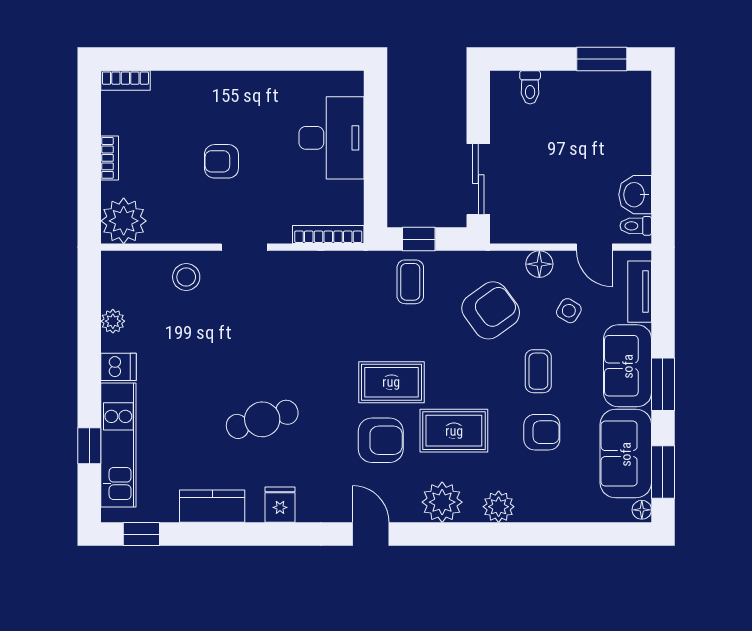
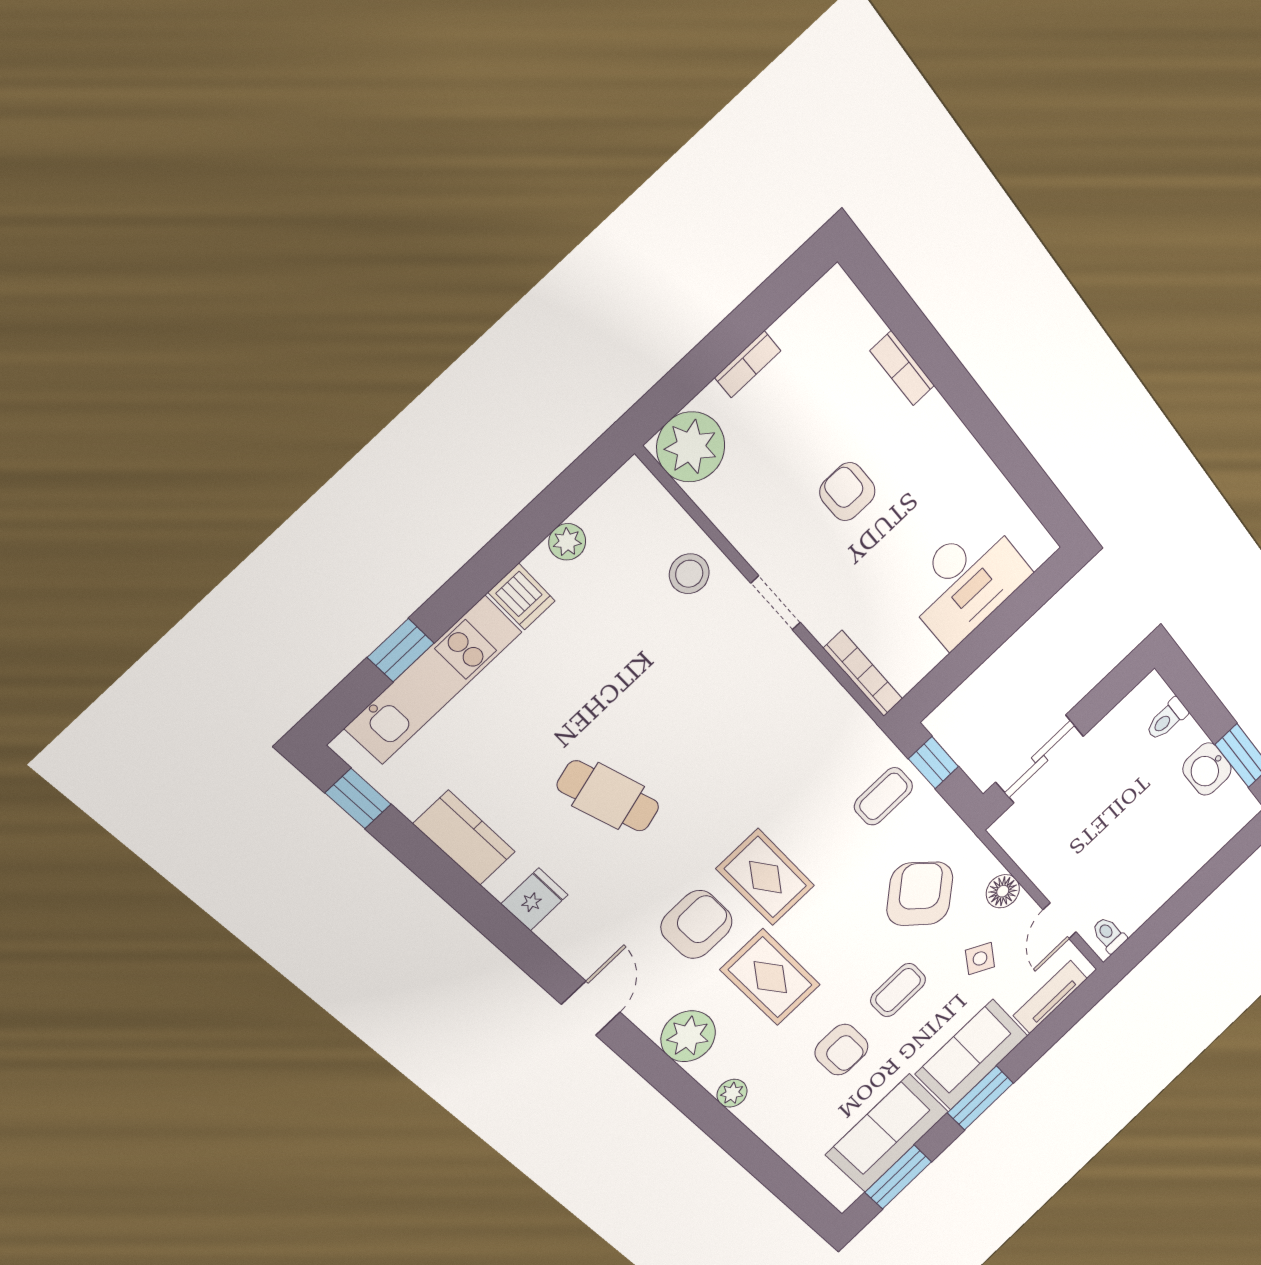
bookcase: (125, 80) -> (902, 368), moved
washbasin: (635, 195) -> (1207, 769), moved, turned -90
armchair: (491, 310) -> (920, 894), turned -98
armchair: (381, 440) -> (697, 925), turned -90
plant: (499, 507) -> (732, 1093), width x0.73, depth x0.73
floor lamp: (642, 510) -> (846, 1196), removed

